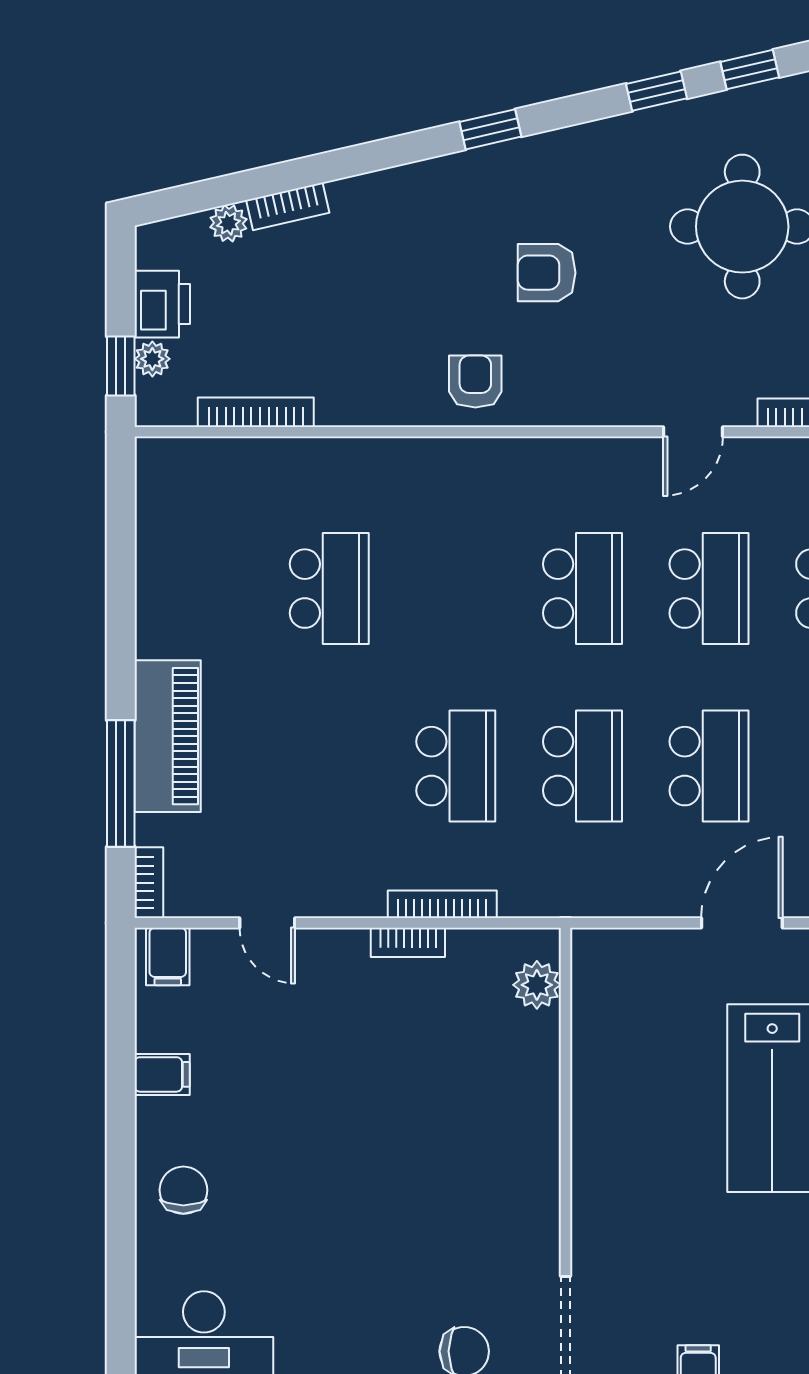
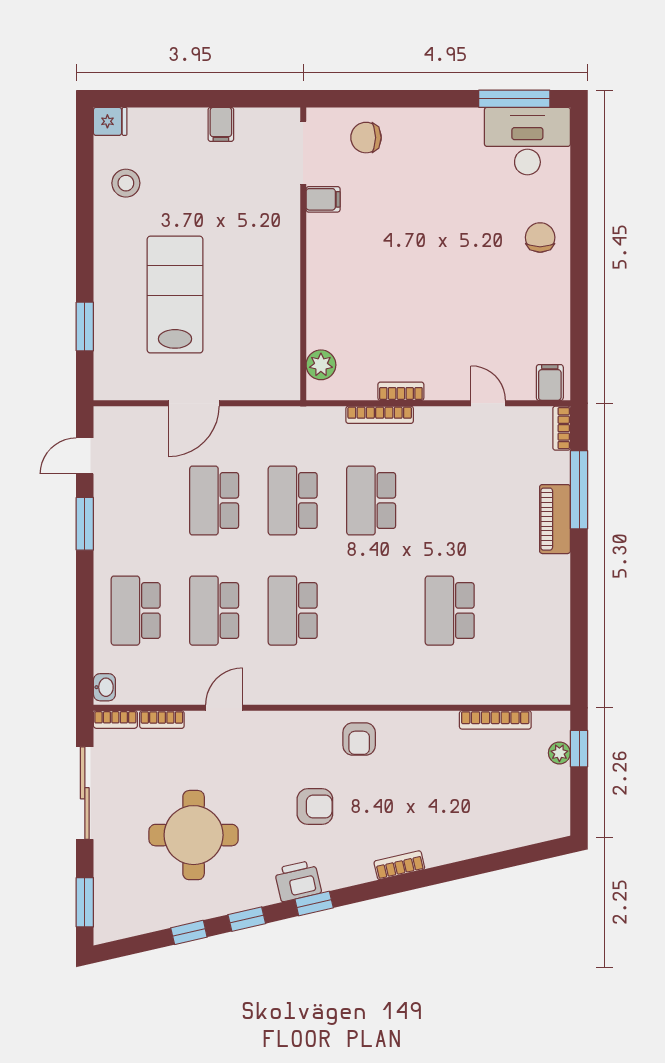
window: (490, 129) -> (314, 904), moved
bookcase: (288, 206) -> (399, 865), moved
plant: (228, 223) -> (512, 837), removed
printer: (162, 304) -> (298, 881), moved, turned 77
piano: (168, 736) -> (555, 519), width x0.73, depth x0.75
filing cabinet: (162, 1074) -> (323, 199), moved, turned 180
chair: (183, 1190) -> (540, 237), turned 180

